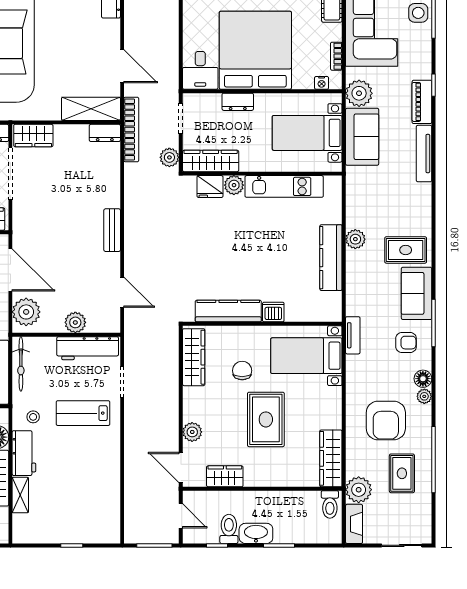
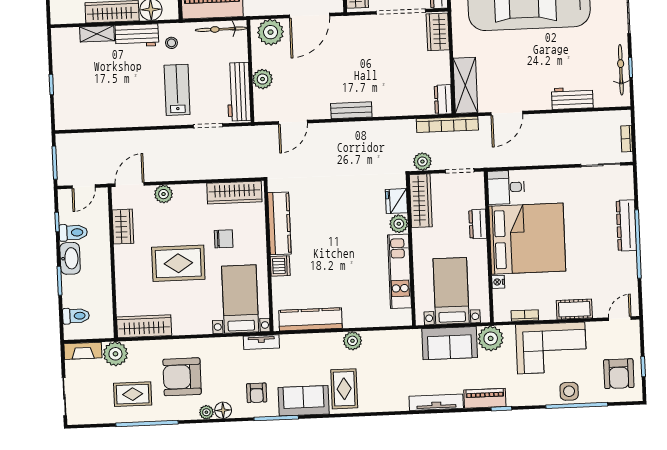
nightstand: (322, 83) -> (498, 282), moved
kitchen counter: (331, 258) -> (311, 319), moved
toilet: (330, 504) -> (76, 316), moved, turned 180

